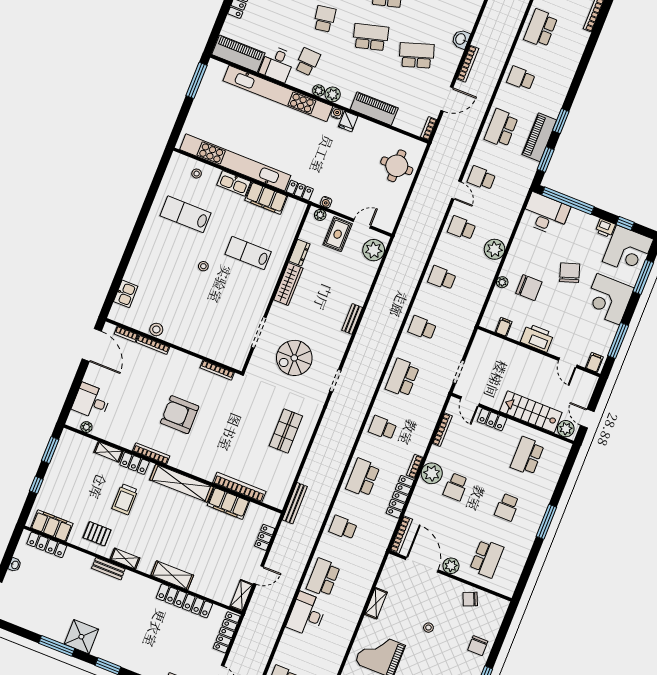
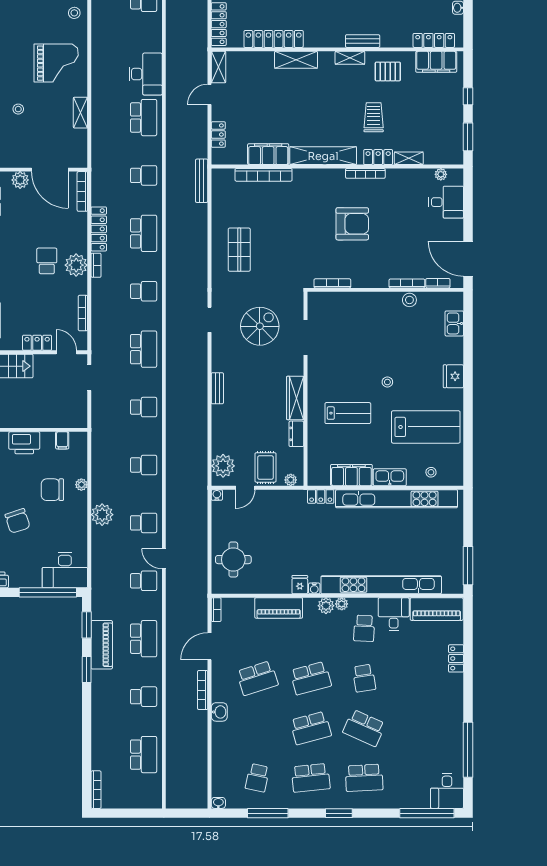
water cooler: (326, 202) -> (217, 495), moved
lab bench: (186, 214) -> (426, 427), width x1.36, depth x1.39
fridge: (144, 249) -> (453, 376), added

